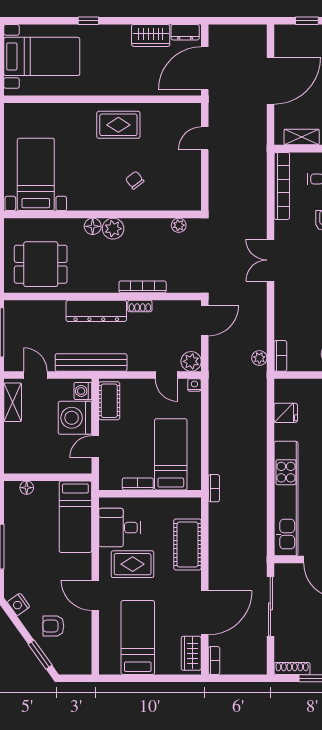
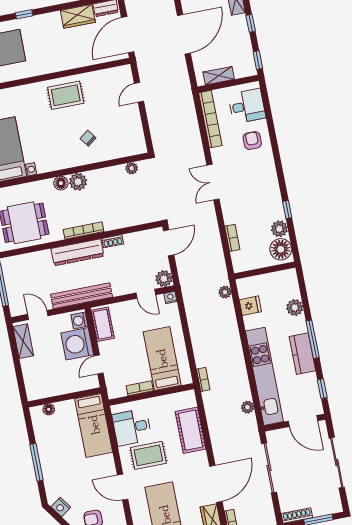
bookcase: (143, 287) -> (84, 231), moved
bookcase: (280, 356) -> (232, 238), moved
plant: (259, 358) -> (225, 292), moved
plant: (259, 531) -> (248, 407), added

